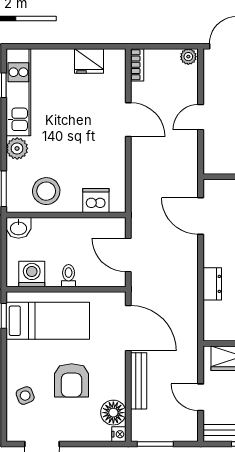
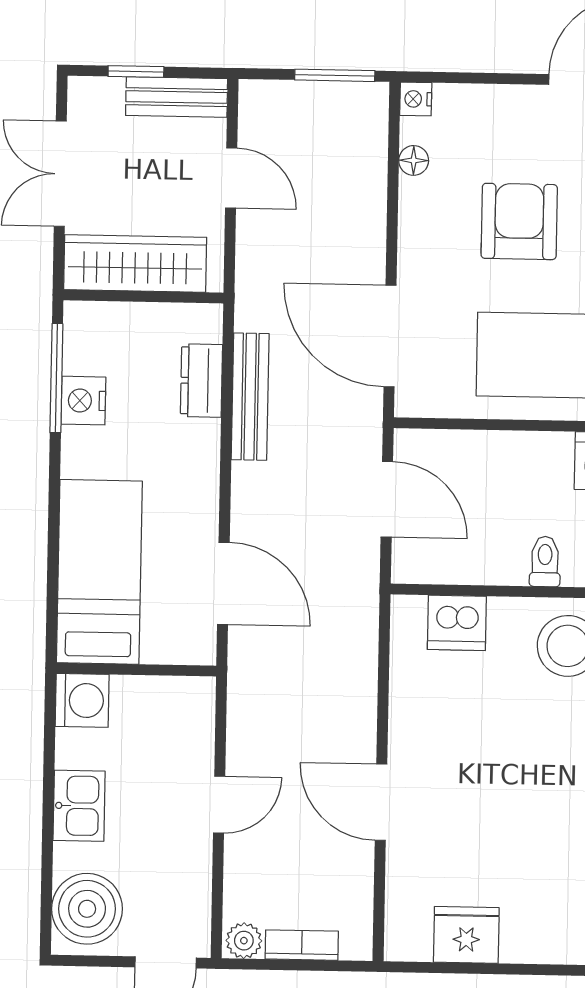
bookcase: (137, 65) -> (302, 945), moved, turned 90
toilet: (69, 276) -> (545, 562), moved, turned 180
dresser: (212, 284) -> (201, 381), moved
bench: (139, 381) -> (250, 397), moved
floor lamp: (113, 413) -> (414, 160), width x0.53, depth x0.53

